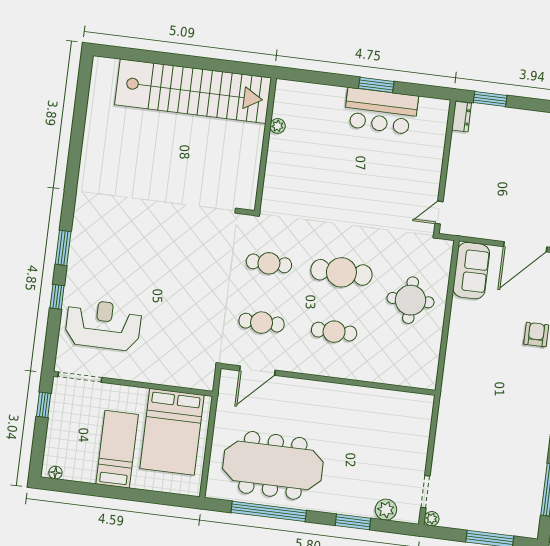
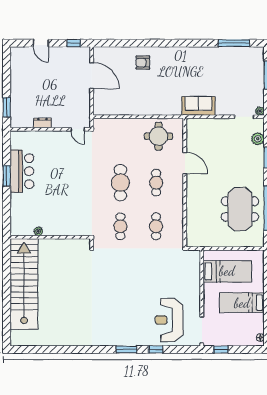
dresser: (462, 117) -> (42, 123), moved
sofa: (471, 271) -> (198, 106), moved
round table: (411, 300) -> (158, 136), moved
door: (257, 371) -> (185, 163), moved
bed: (172, 432) -> (227, 271), width x0.67
meeting table: (273, 465) -> (240, 209), width x0.73

